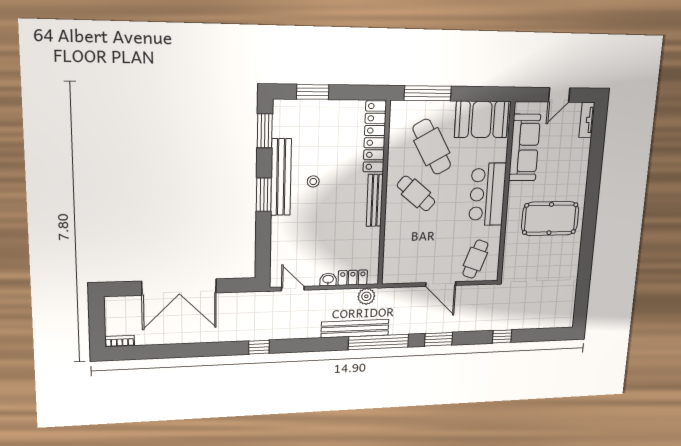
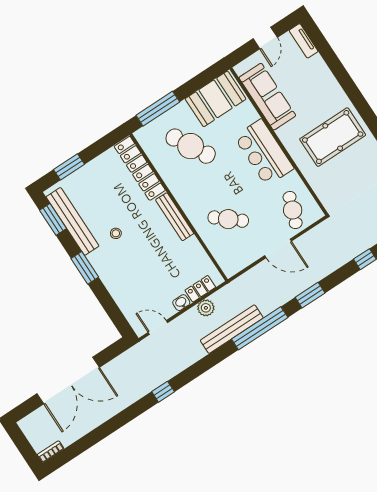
bench: (281, 177) -> (73, 221), moved
cafe table: (416, 193) -> (228, 219), moved
plant: (366, 296) -> (206, 308), moved

